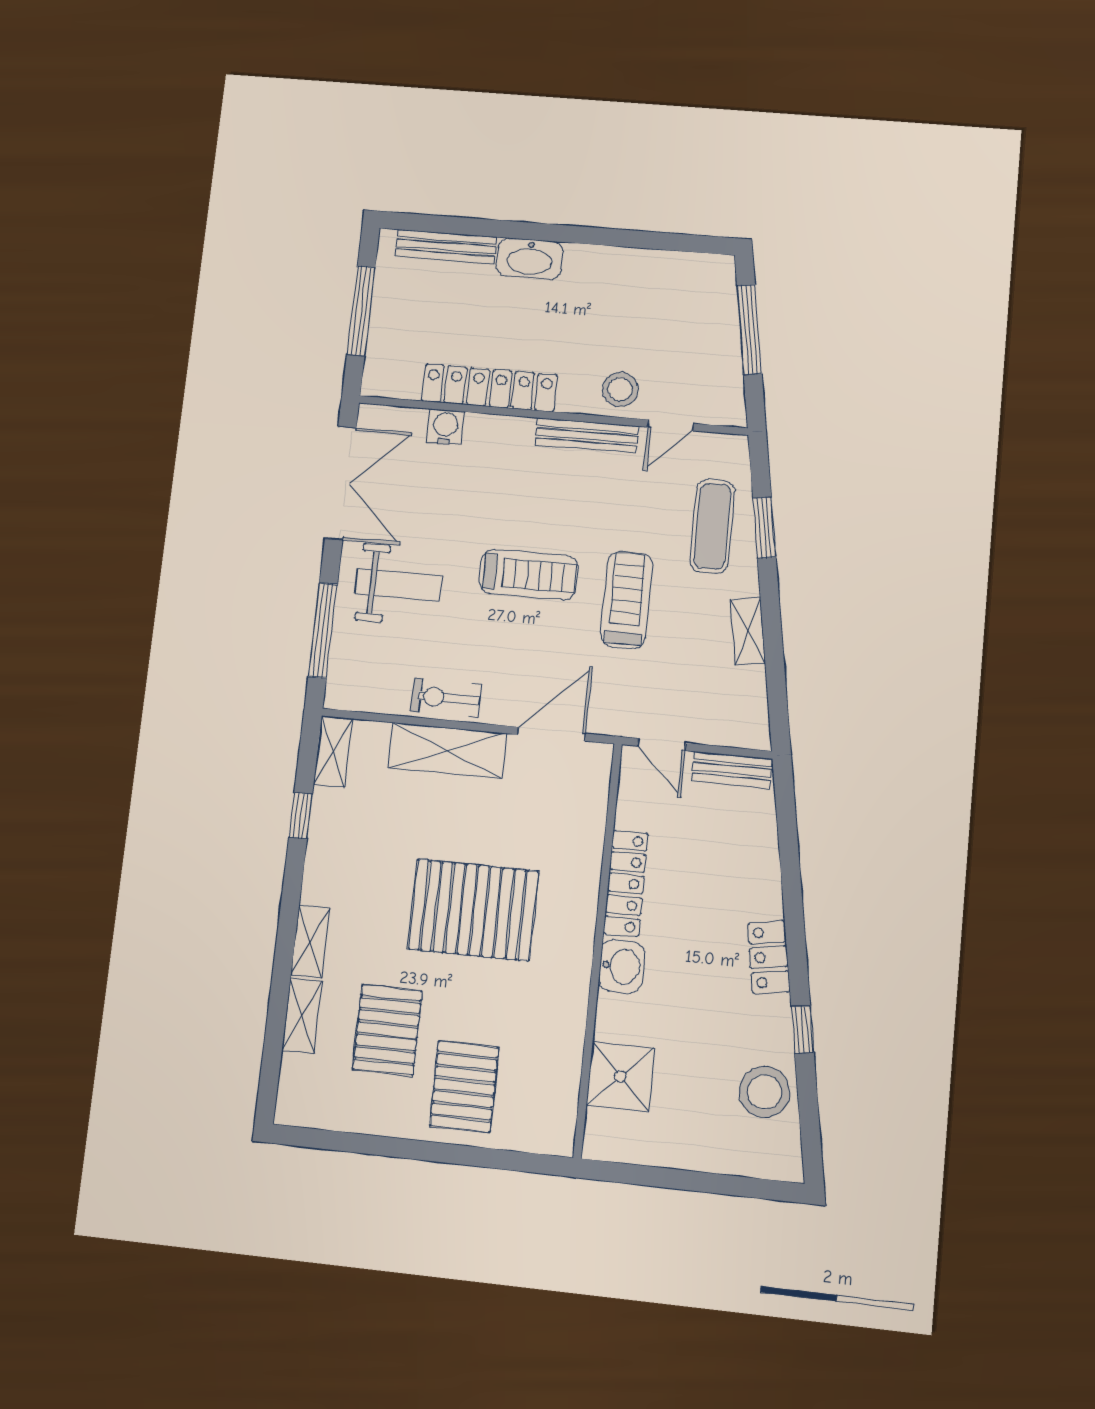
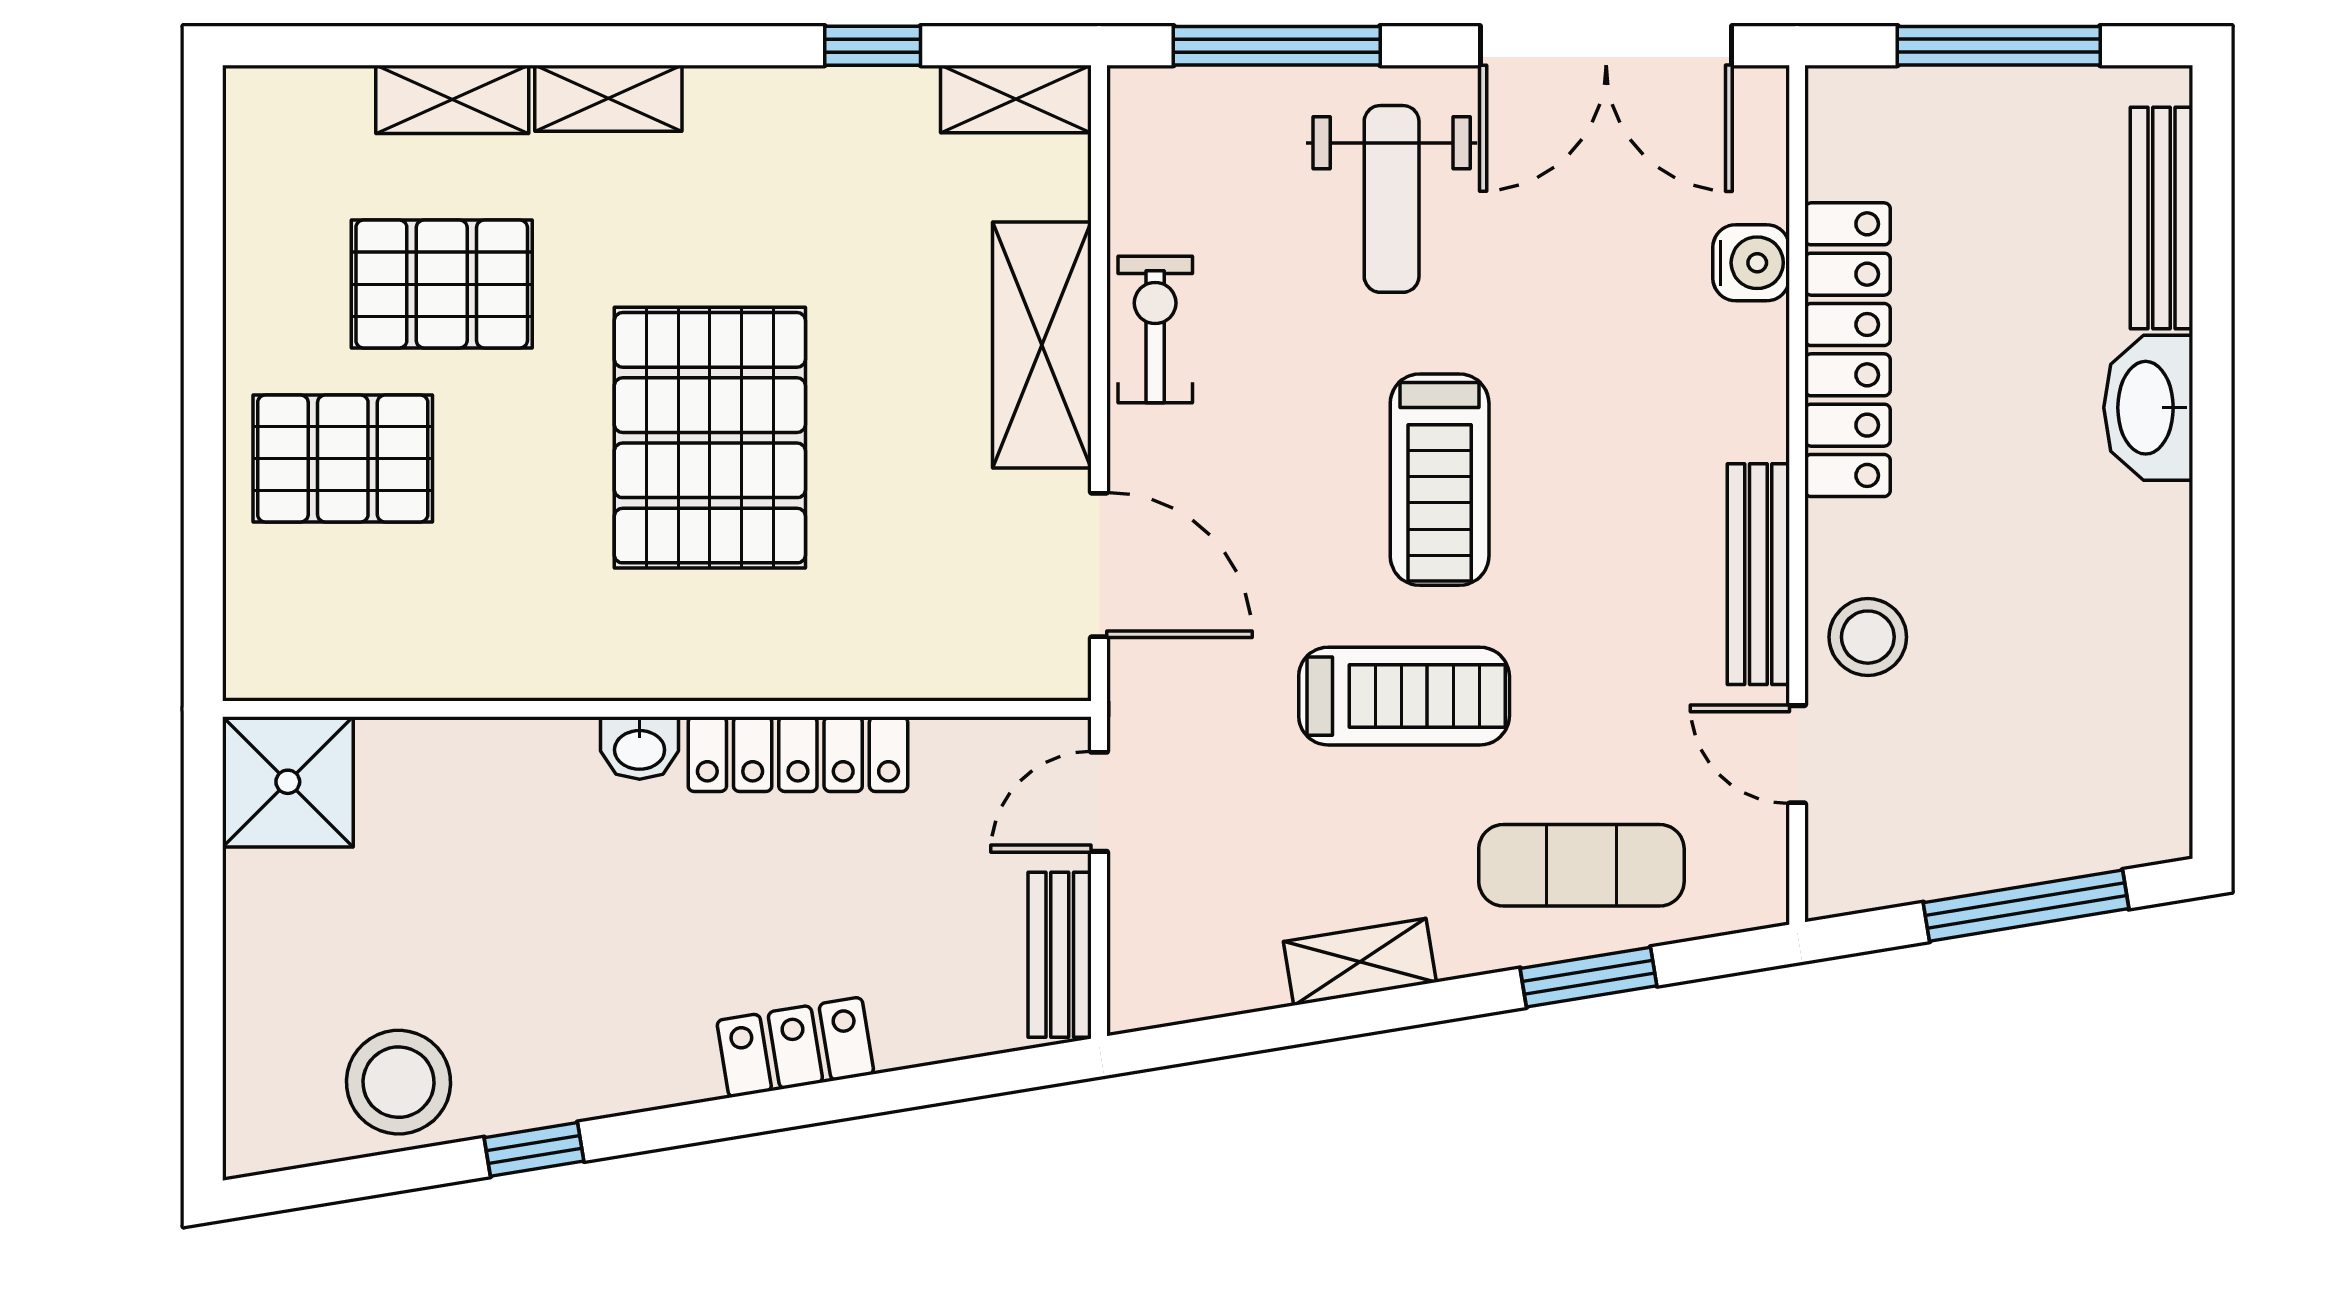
locker: (769, 957) -> (795, 1047), moved
washbasin: (622, 966) -> (640, 748), width x0.72, depth x0.69
shower: (620, 1076) -> (288, 782), moved

